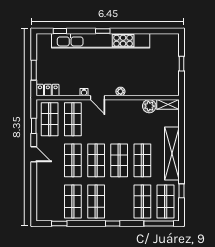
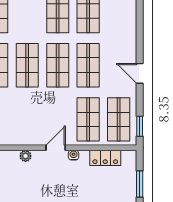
locker: (48, 90) -> (105, 158), moved
door: (97, 98) -> (56, 148), hinge flipped
window: (34, 126) -> (140, 126), moved

